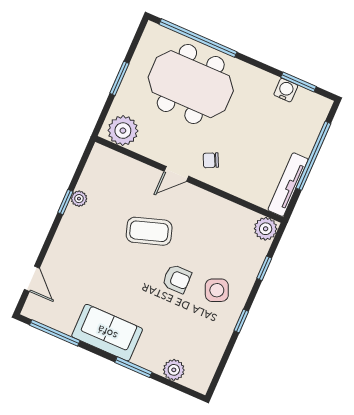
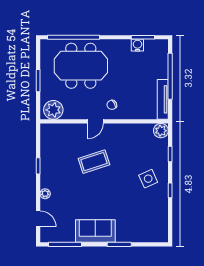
plant: (79, 199) -> (45, 194), moved
armchair: (177, 279) -> (122, 182), removed
plant: (174, 370) -> (143, 236), removed

